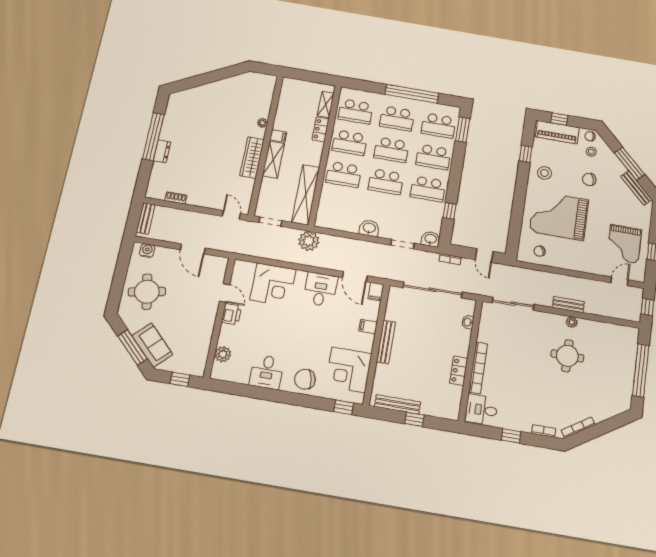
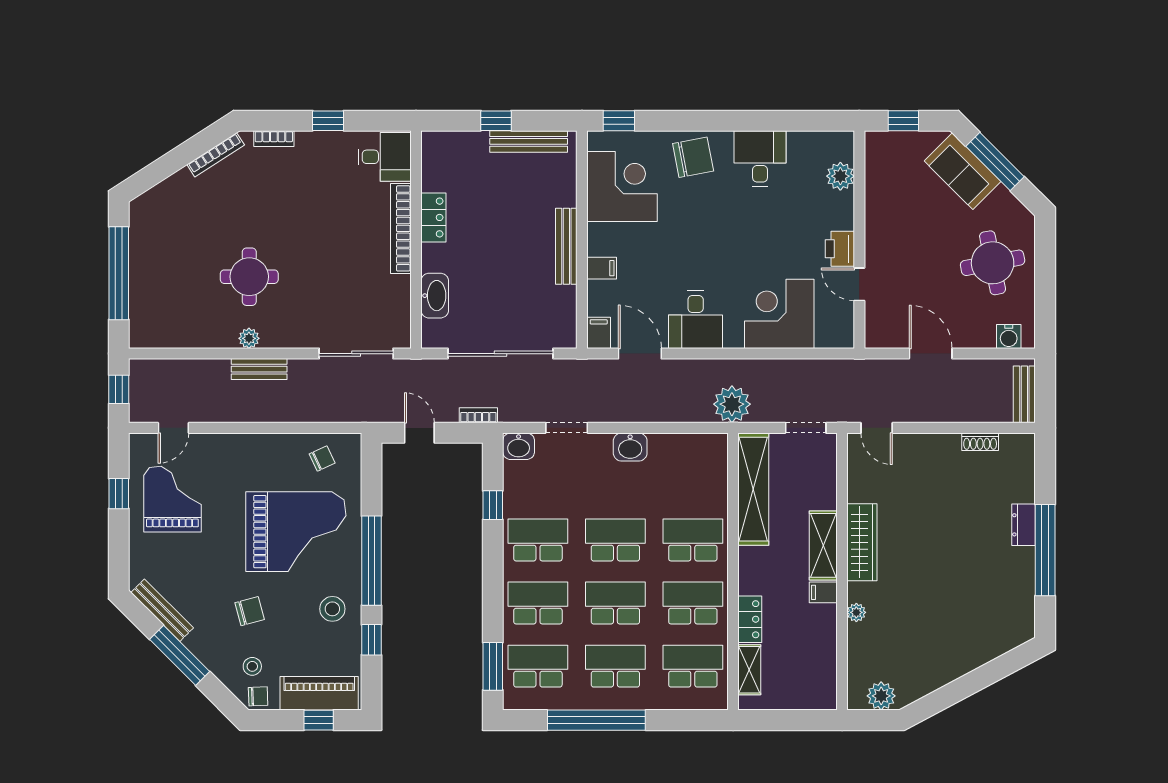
plant: (258, 80) -> (881, 696), added
window: (520, 194) -> (371, 561), added
washbasin: (468, 322) -> (435, 296), width x1.91, depth x1.45

